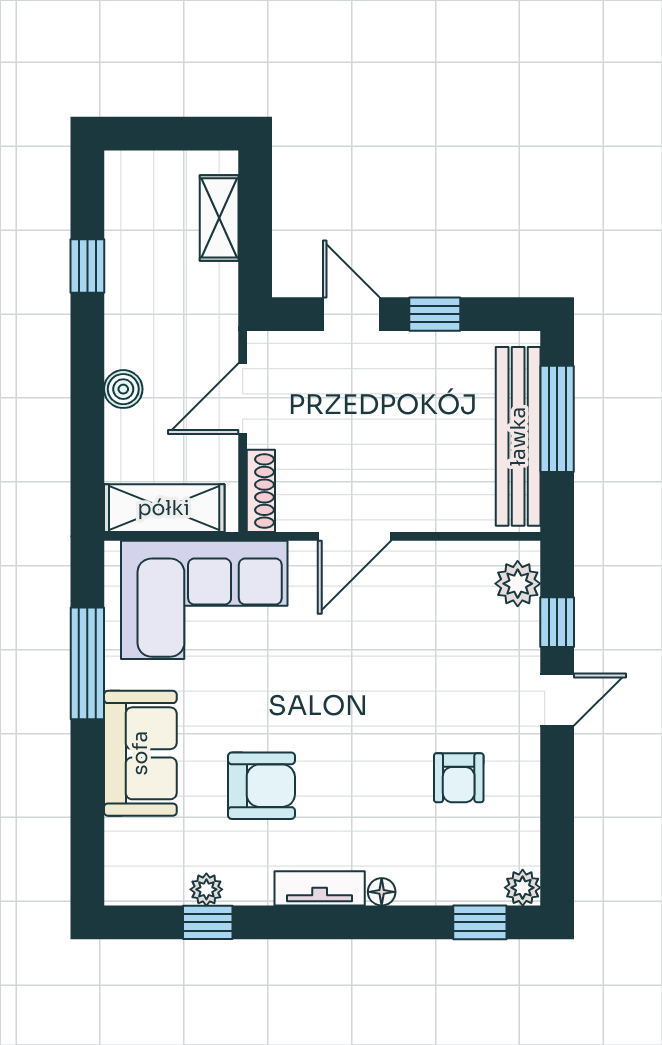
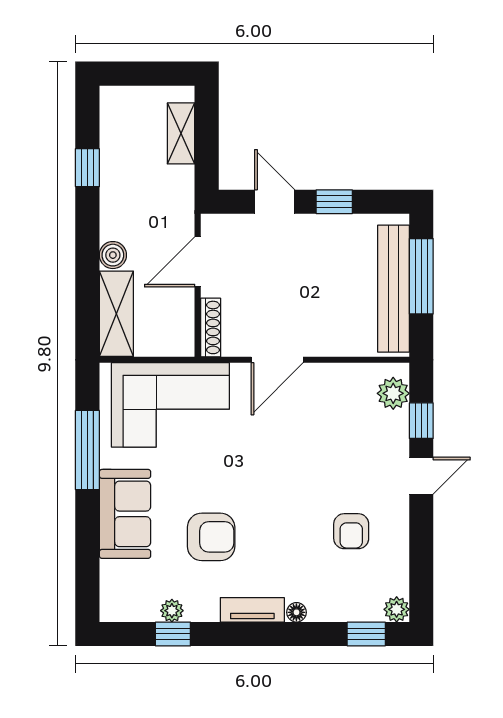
shelving: (164, 508) -> (116, 314), moved, turned 90

